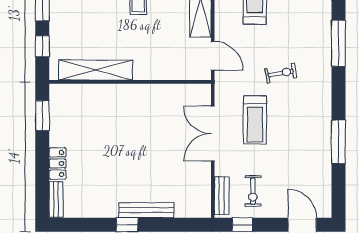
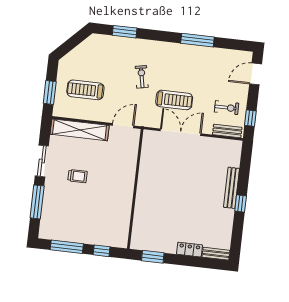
window: (338, 43) -> (125, 32), width x0.69
shelving: (96, 70) -> (124, 213), removed
double door: (213, 134) -> (181, 132), swing flipped

